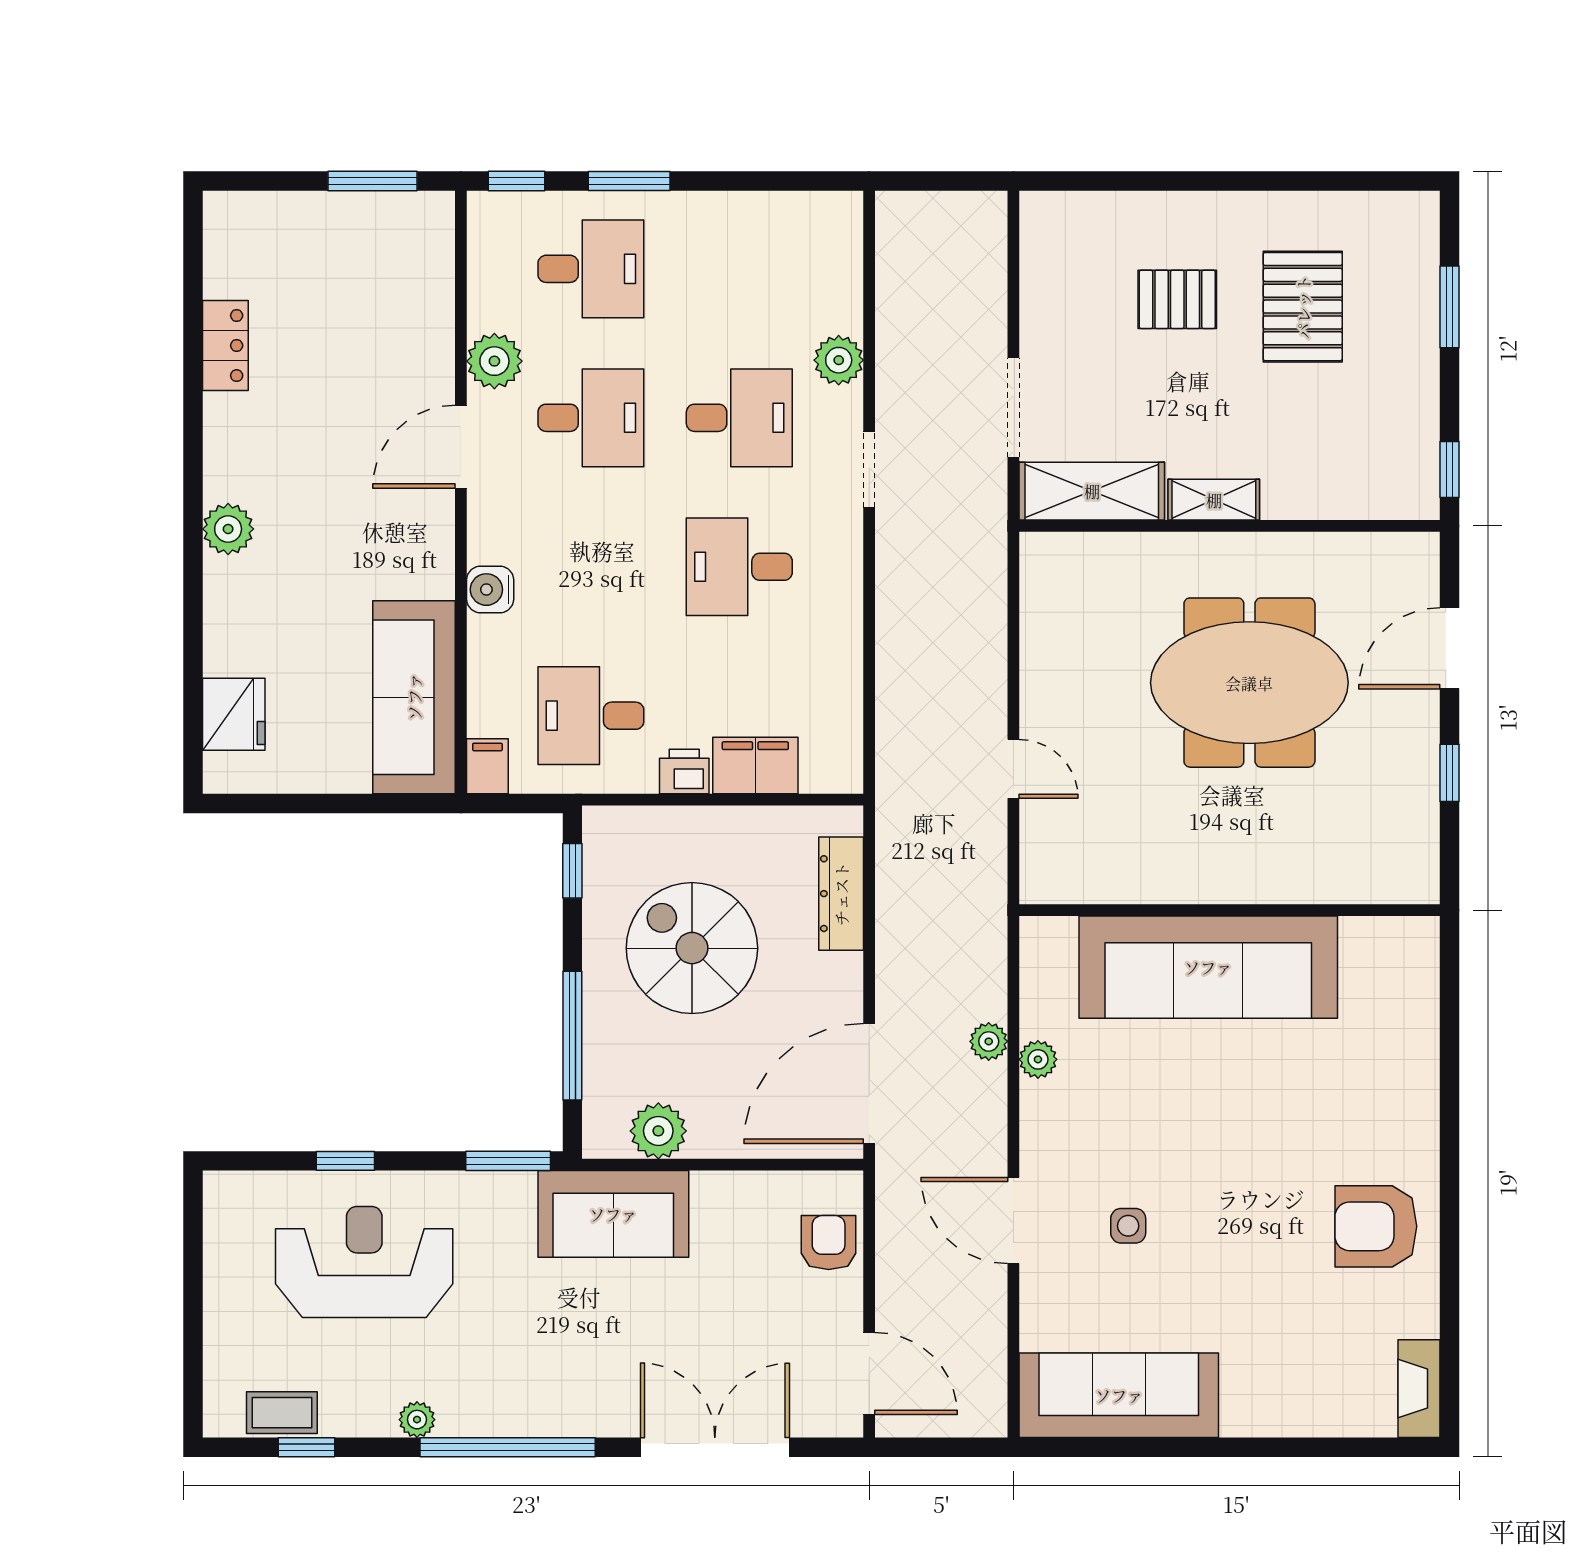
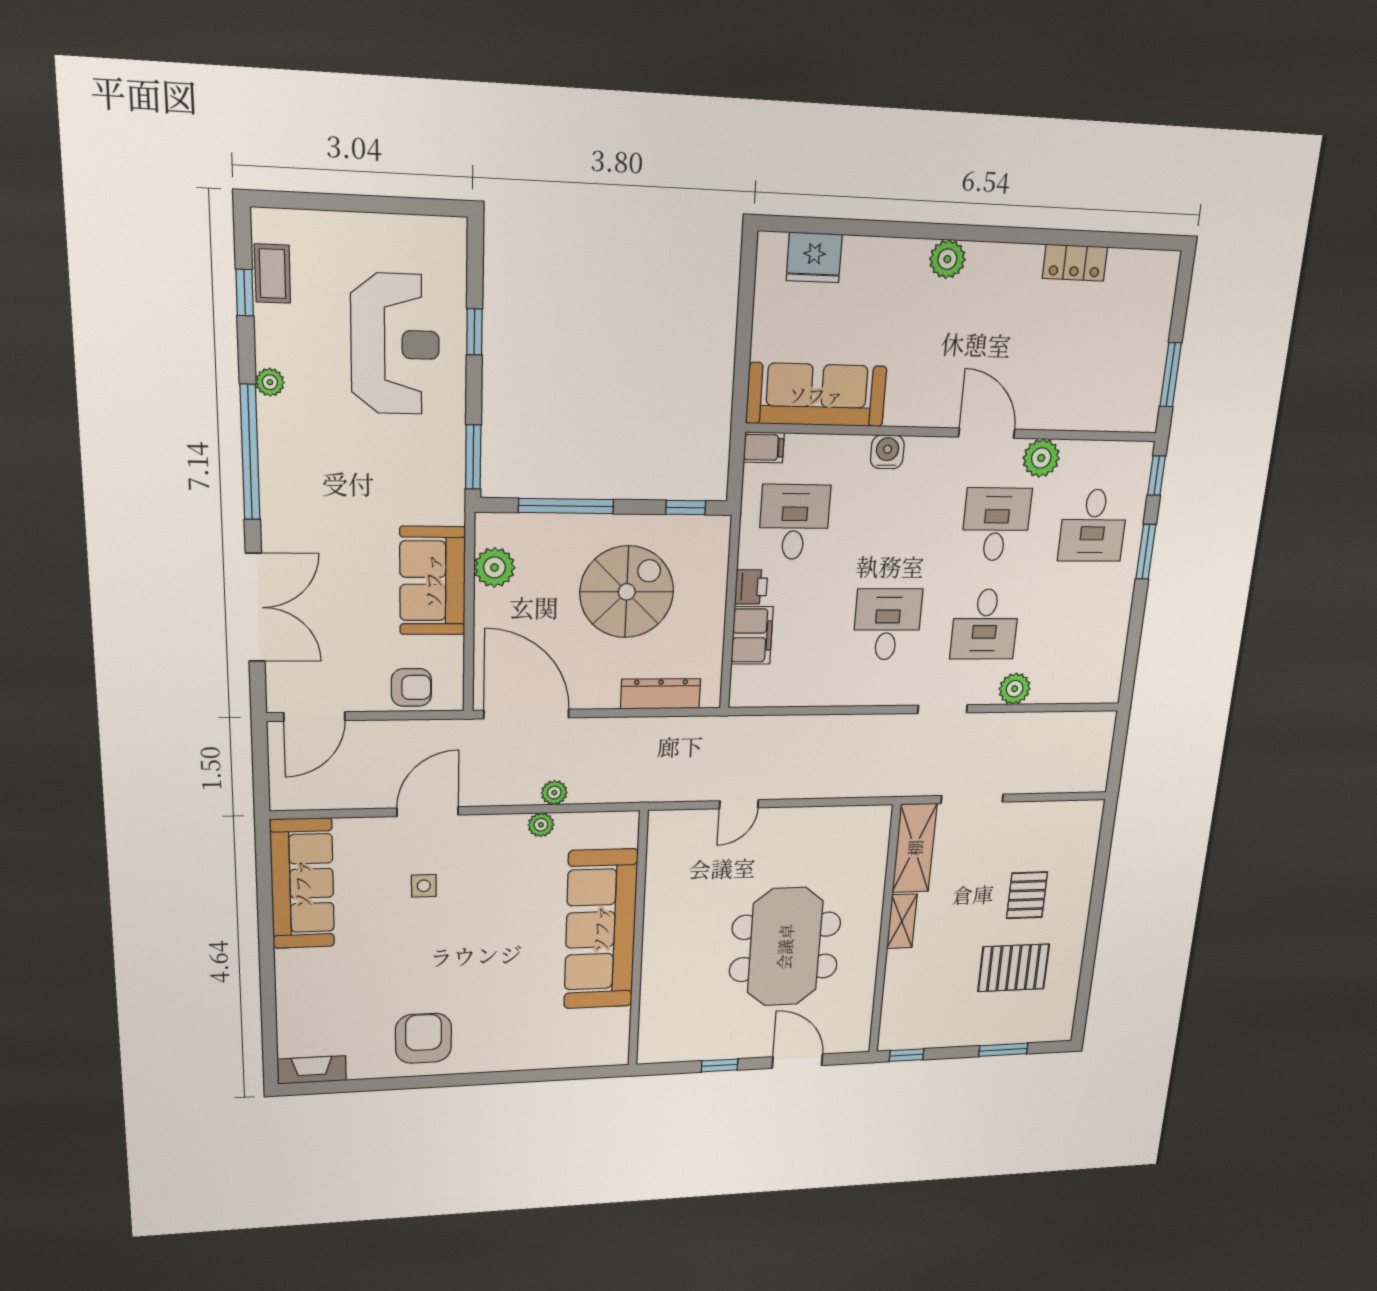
desk: (591, 418) -> (996, 524), turned 180
sofa: (613, 1214) -> (433, 581), moved

